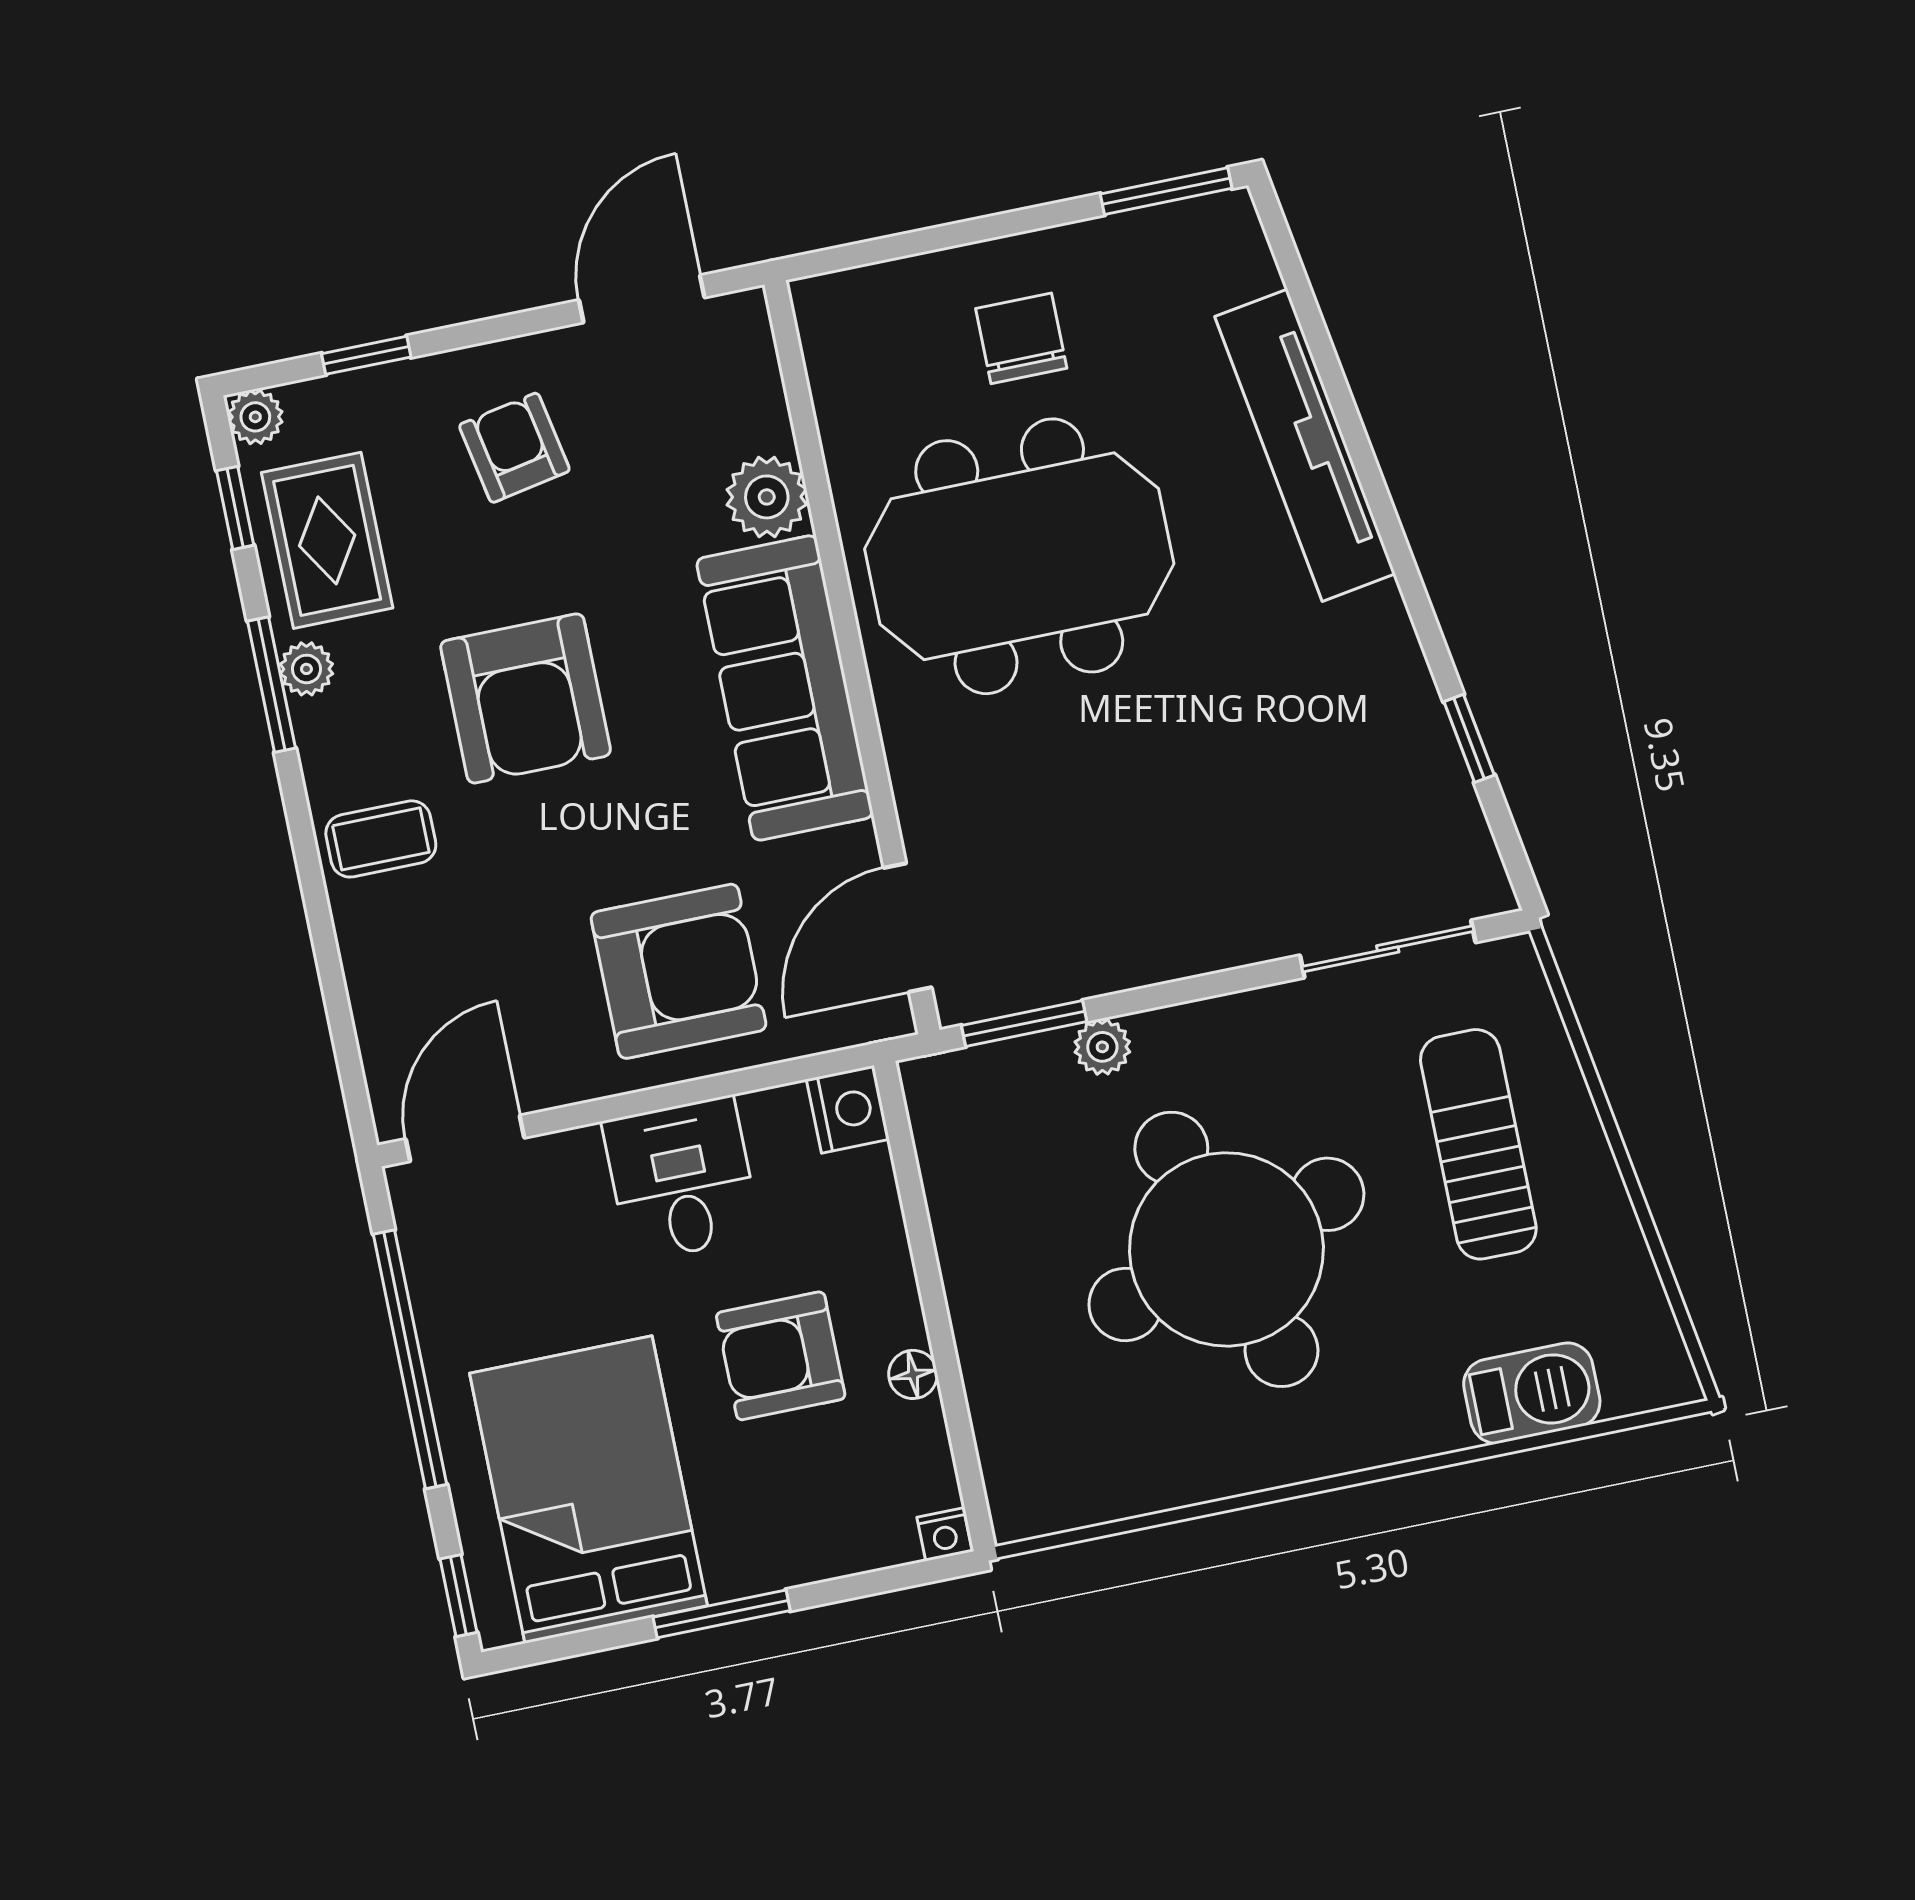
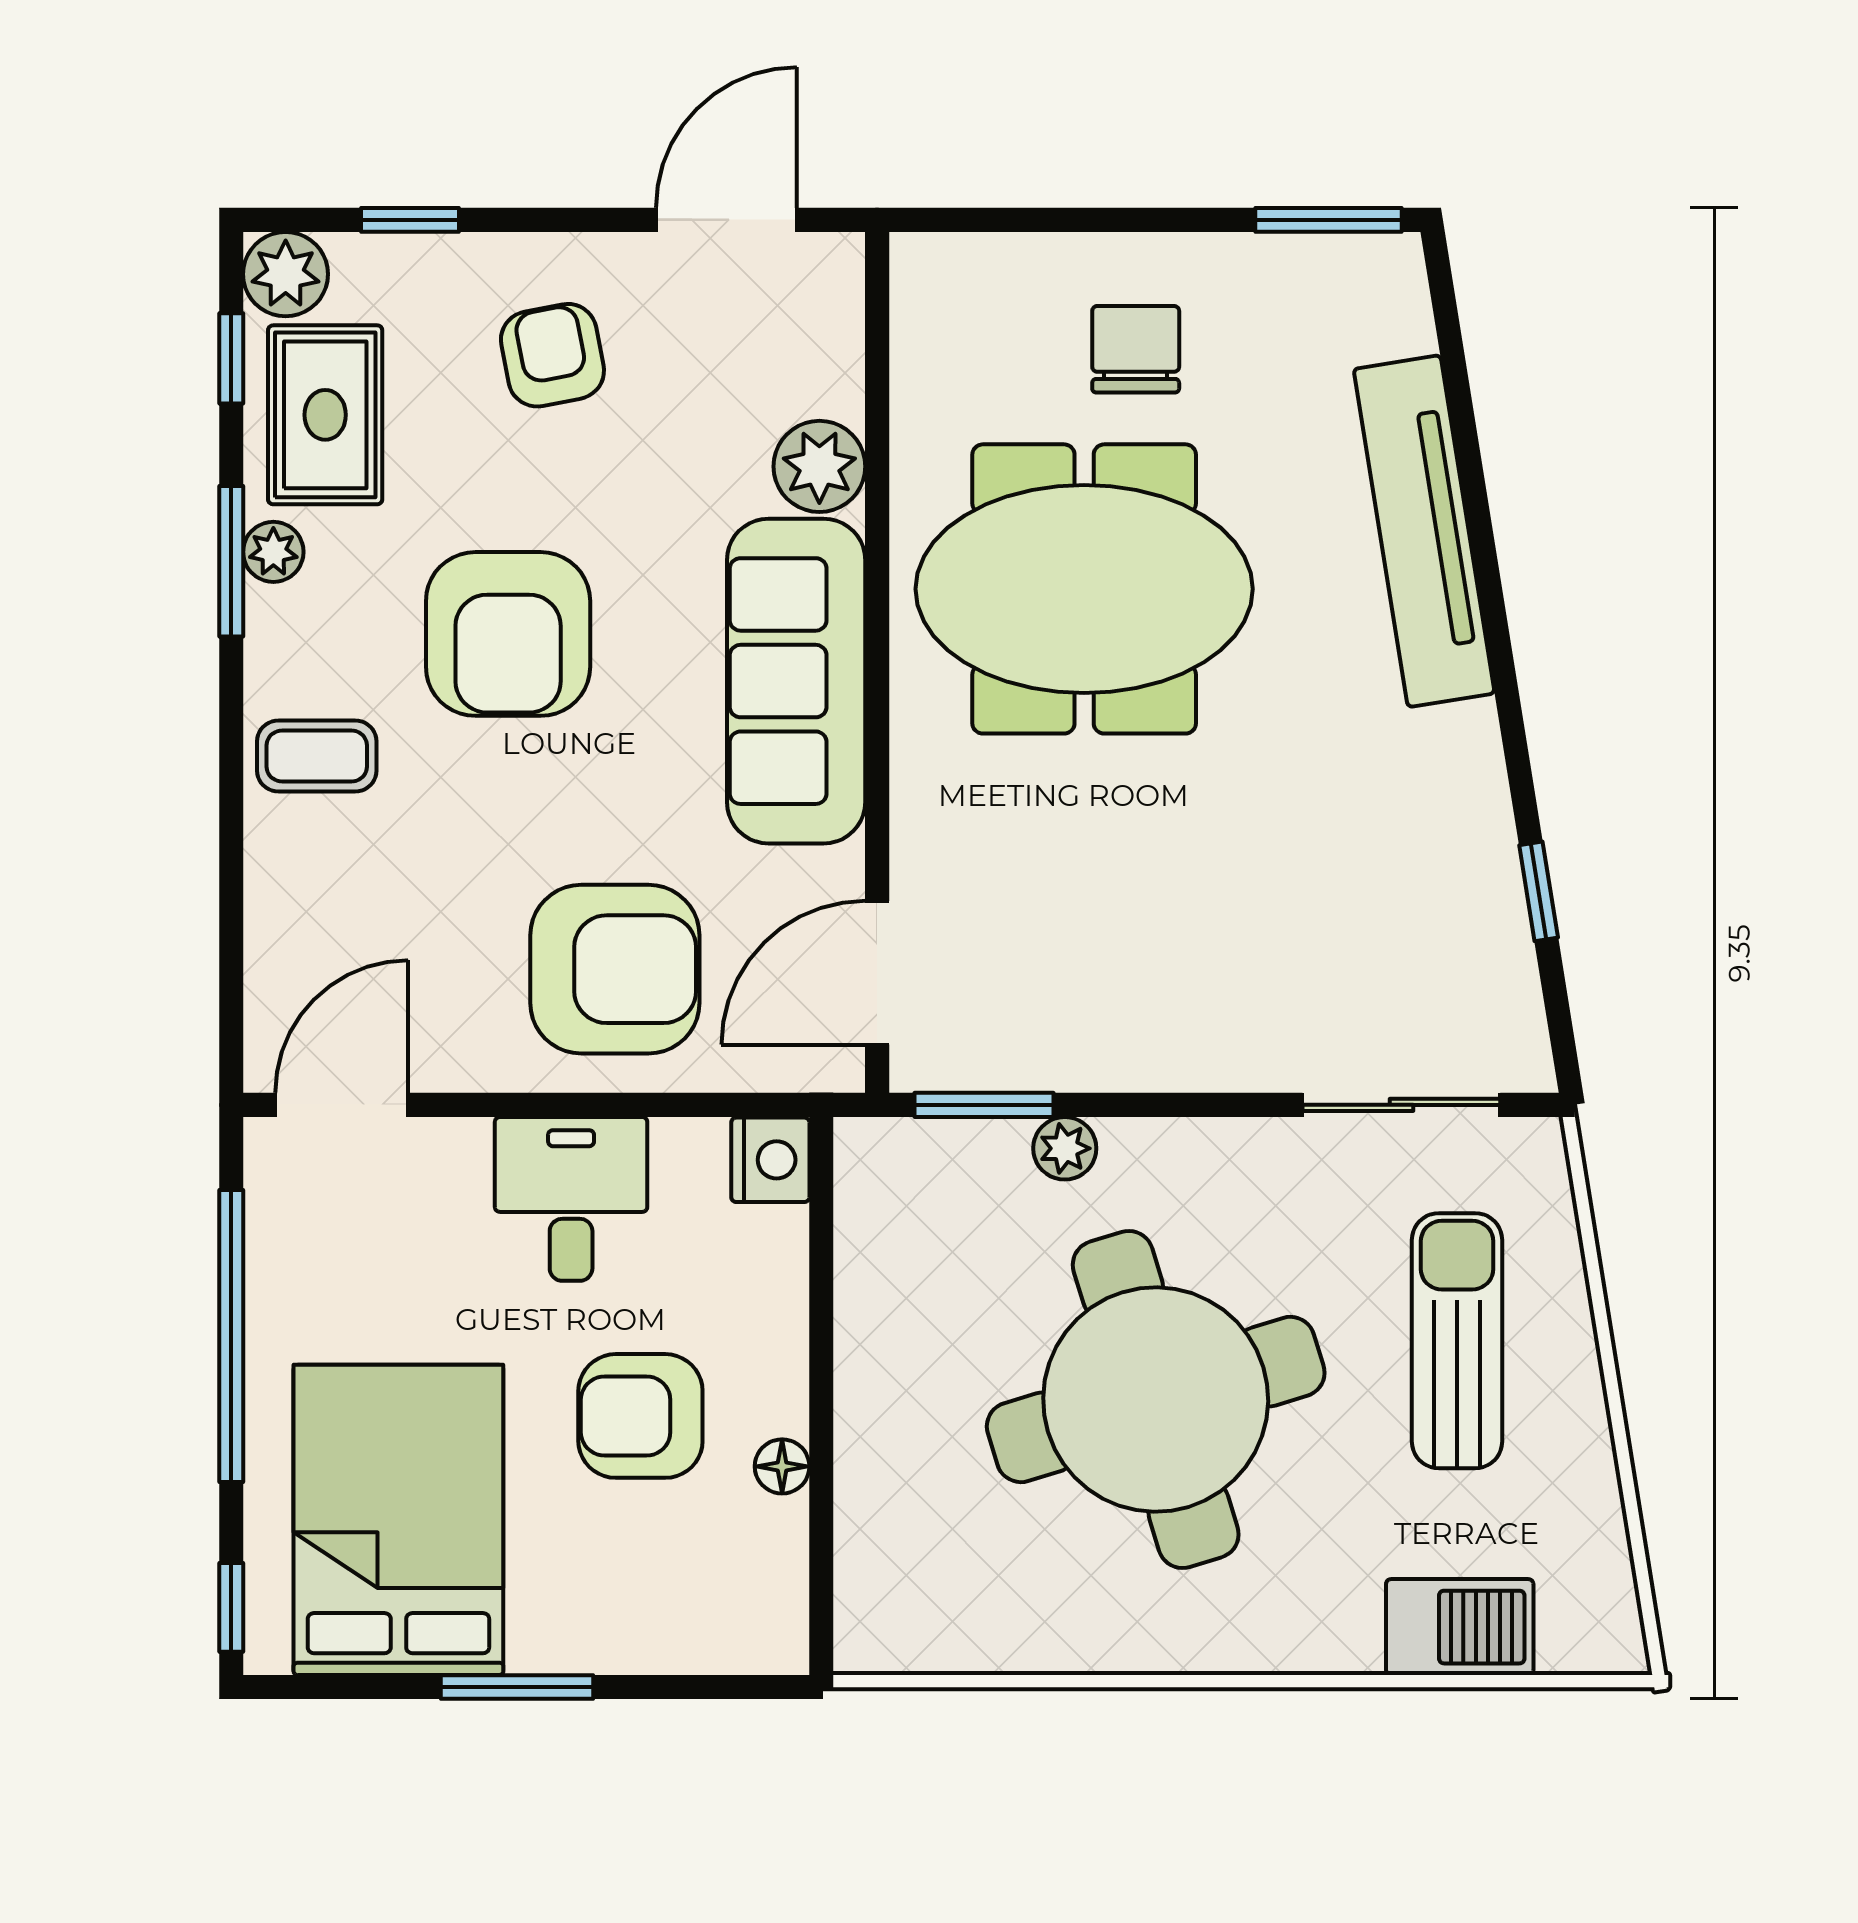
plant: (255, 417) -> (286, 274), width x1.38, depth x1.38
nightstand: (945, 1534) -> (781, 1650), removed

